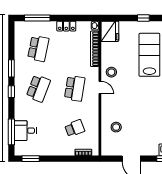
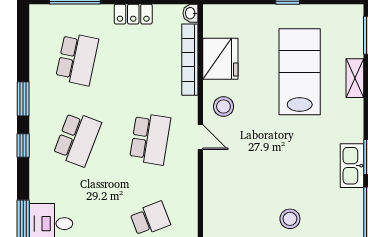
fridge: (110, 31) -> (220, 59), moved
stool: (116, 127) -> (290, 219), moved

